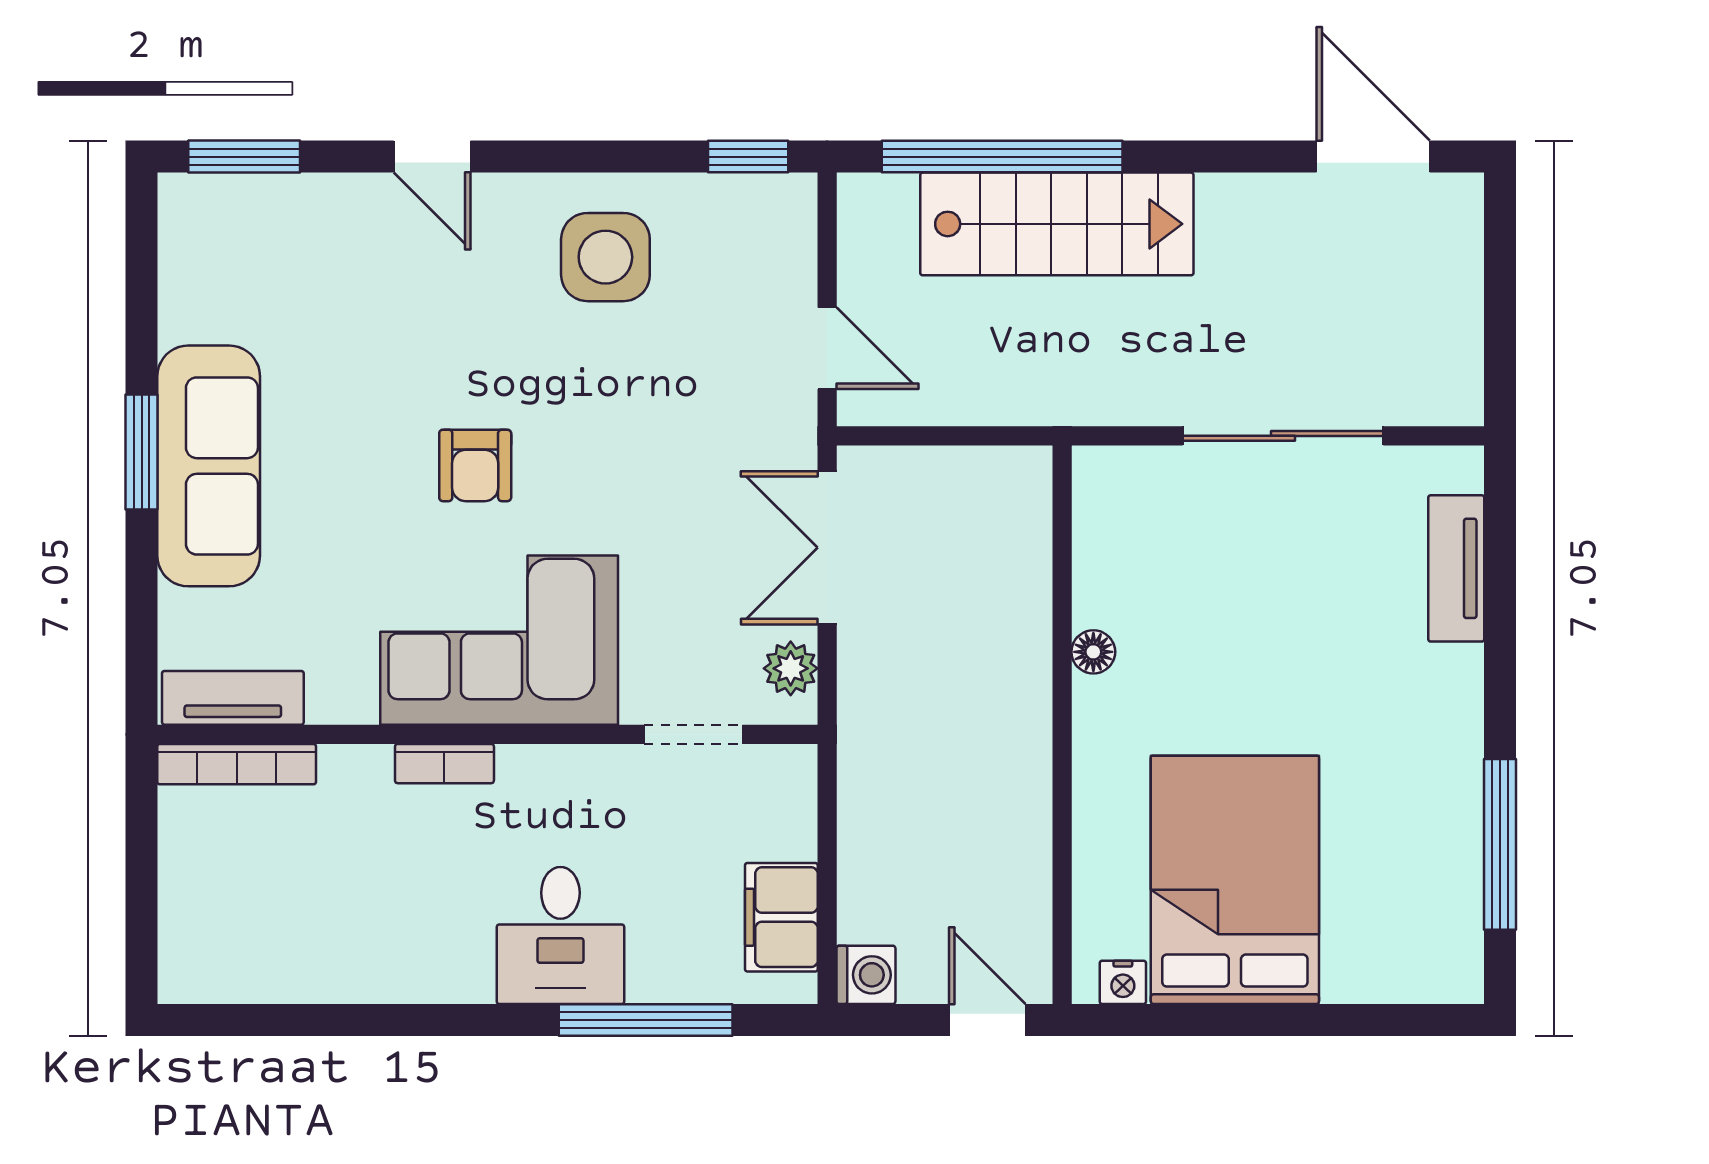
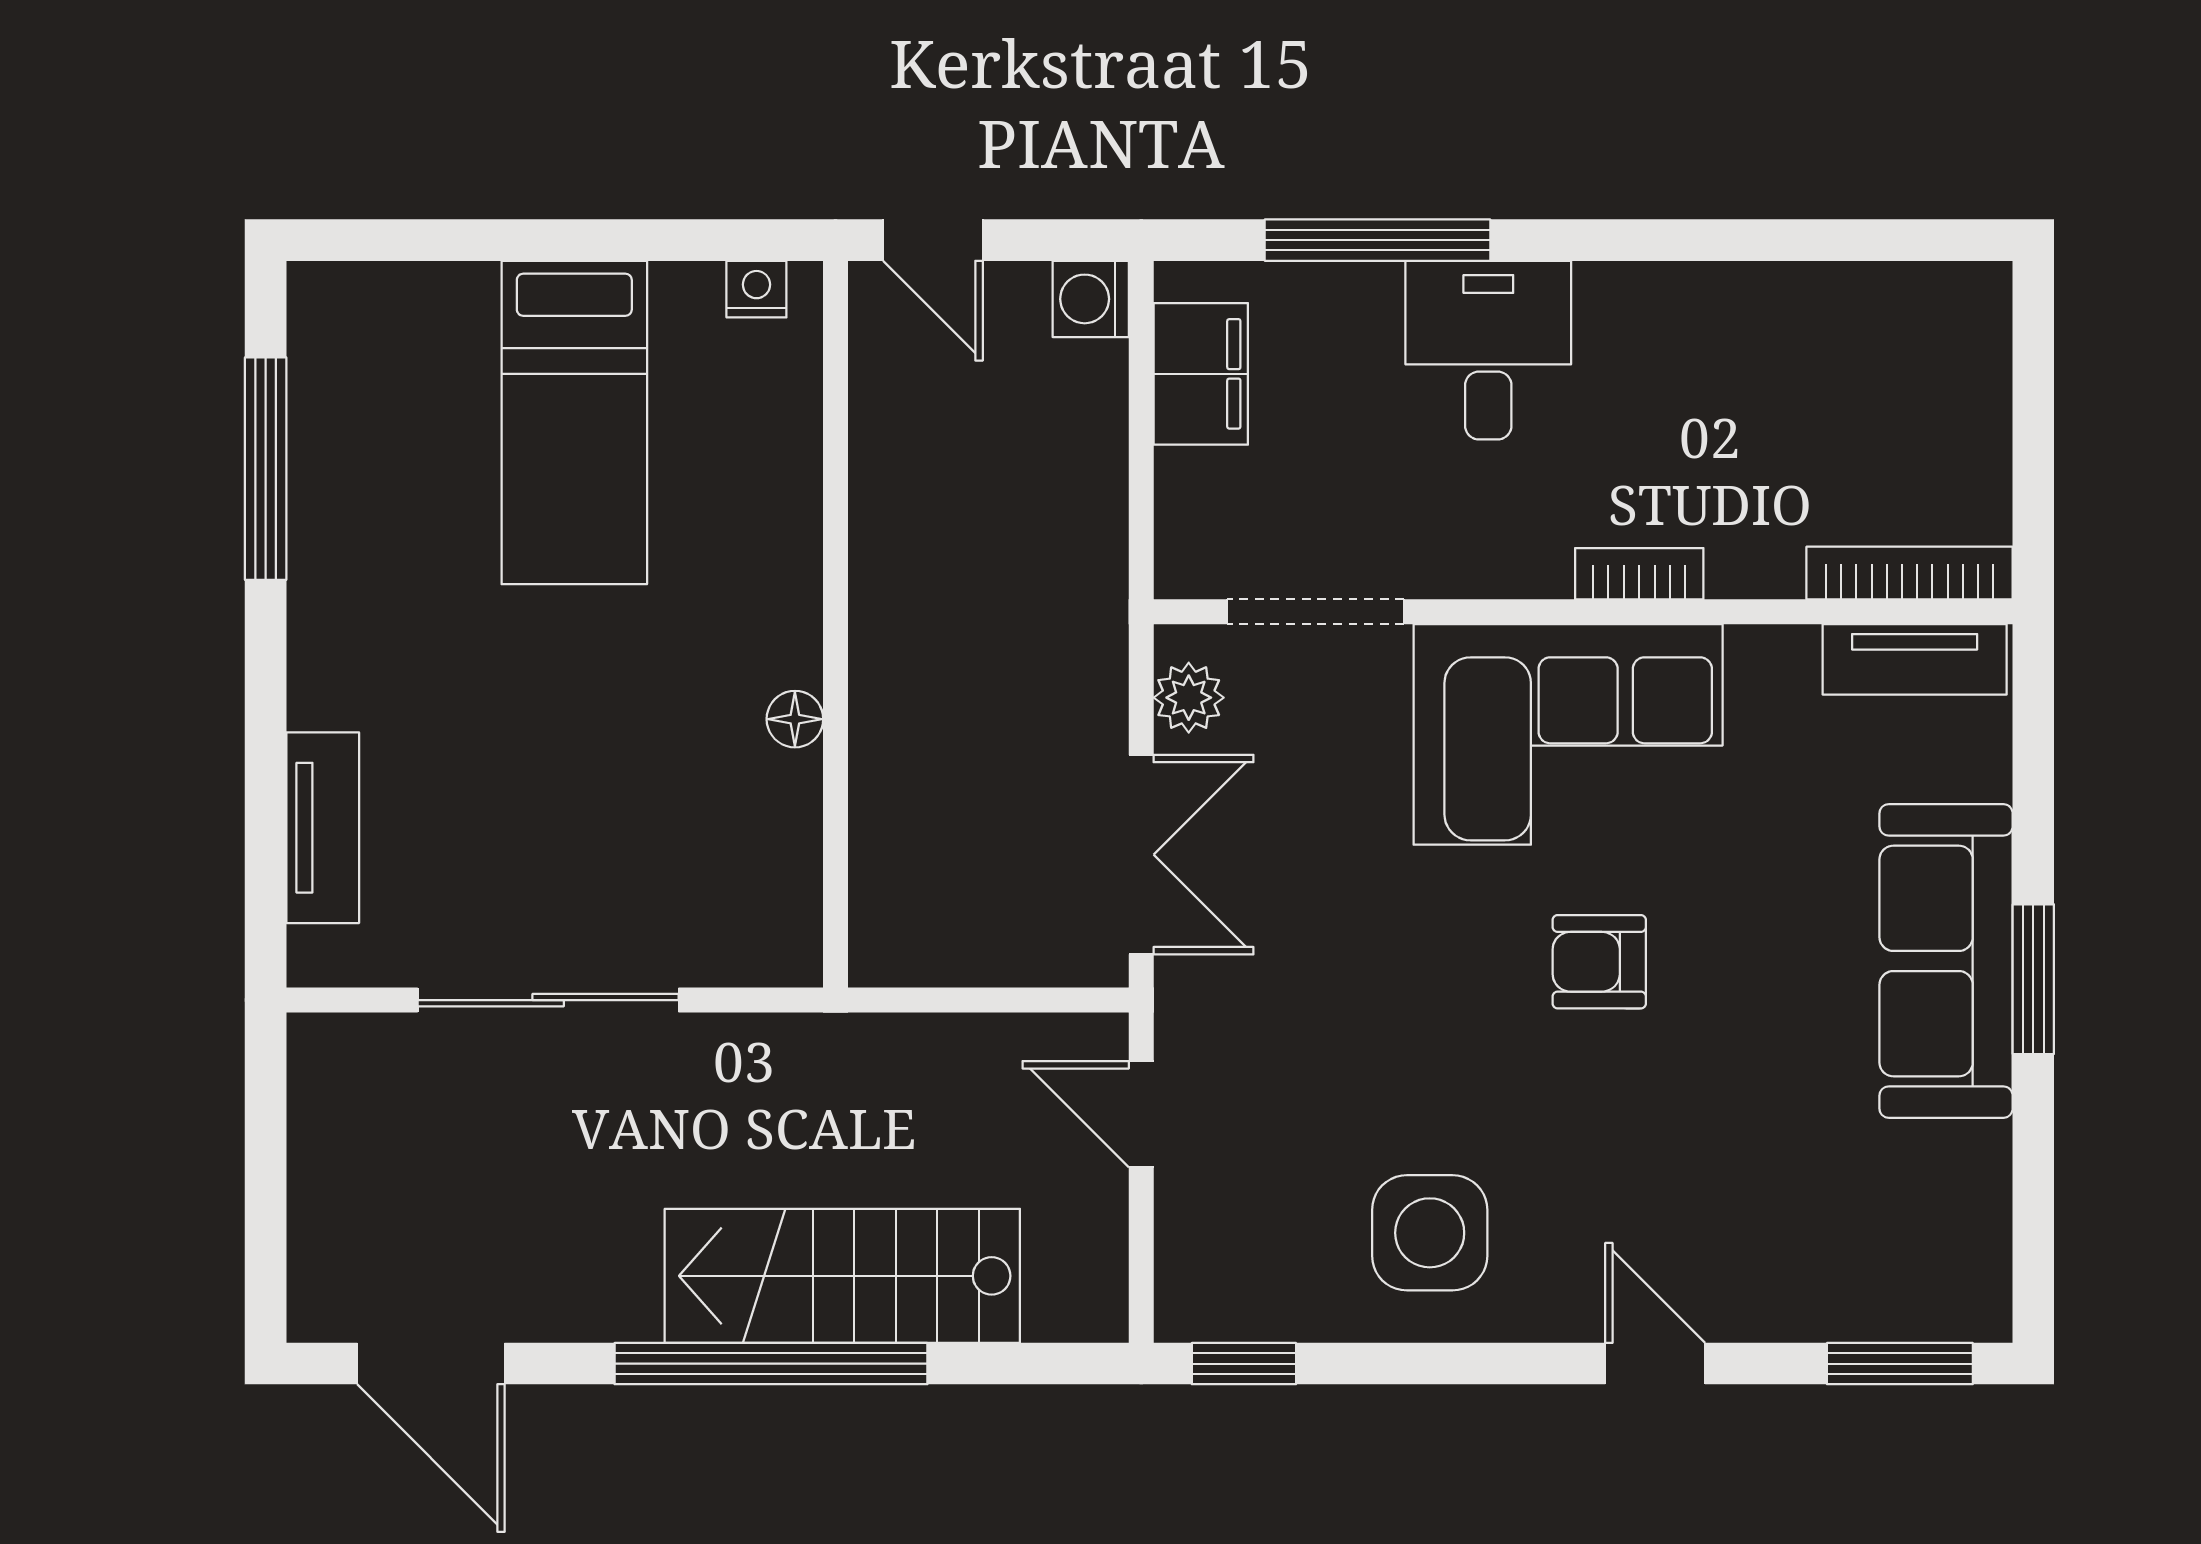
window: (1002, 157) -> (771, 1364), moved
armchair: (475, 465) -> (1599, 962), turned -90
doorway: (693, 734) -> (1316, 612), width x1.38
bed: (1235, 880) -> (574, 423), width x0.67

